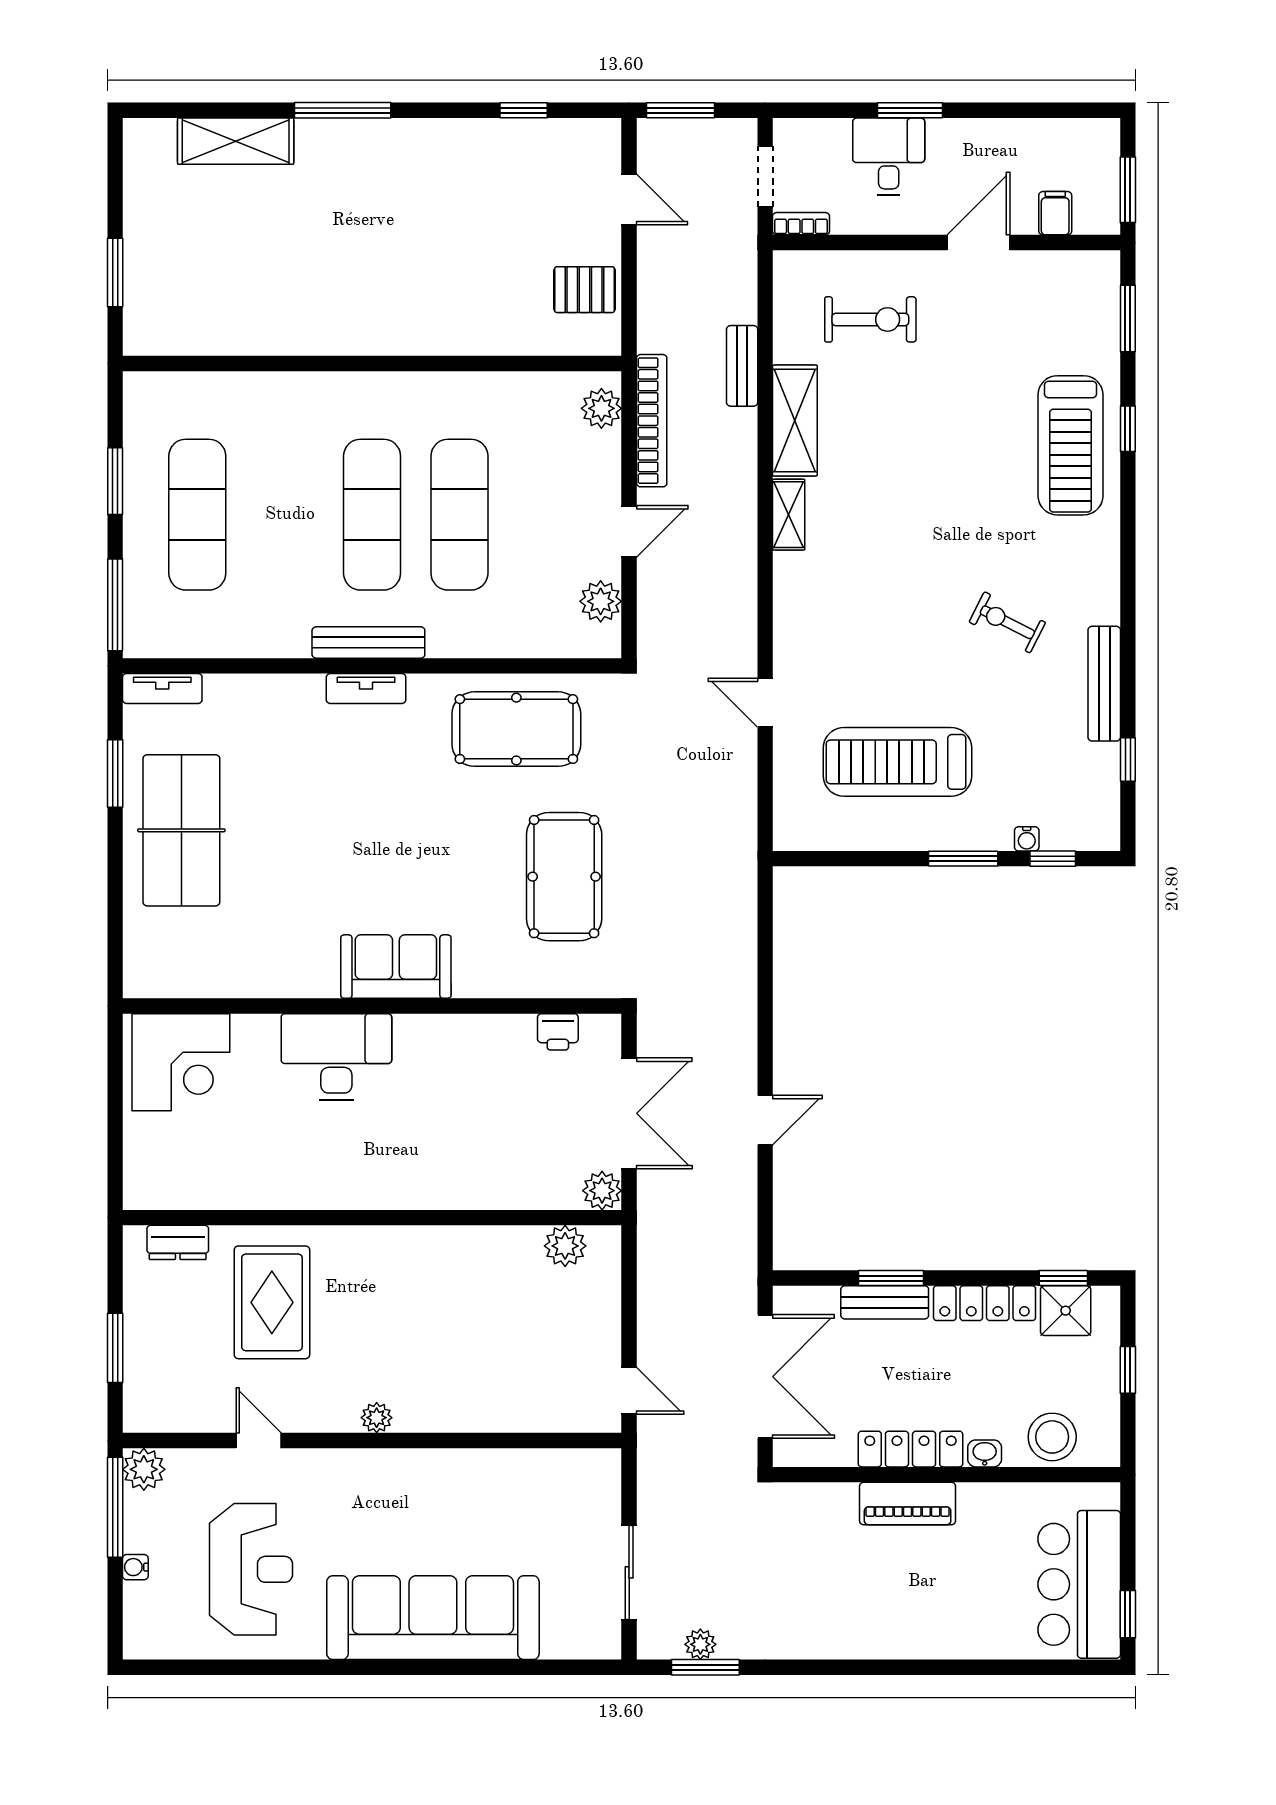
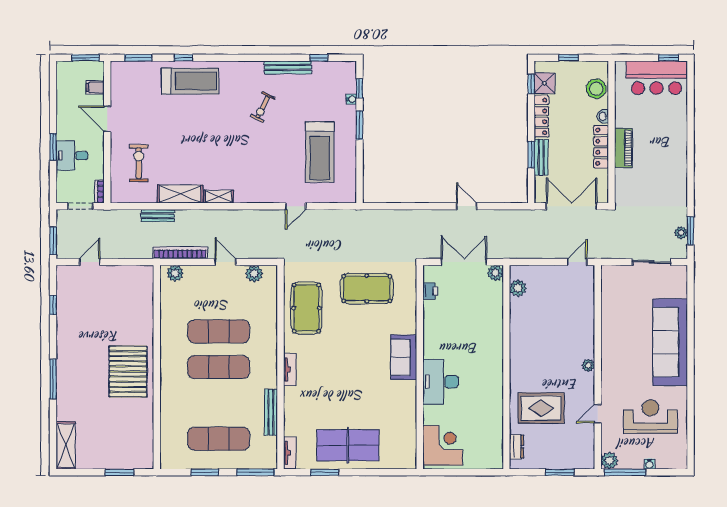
shelving: (236, 141) -> (66, 445), moved
pallet: (585, 290) -> (128, 371), moved, width x2.05, depth x2.00
bench: (368, 643) -> (271, 412), moved

